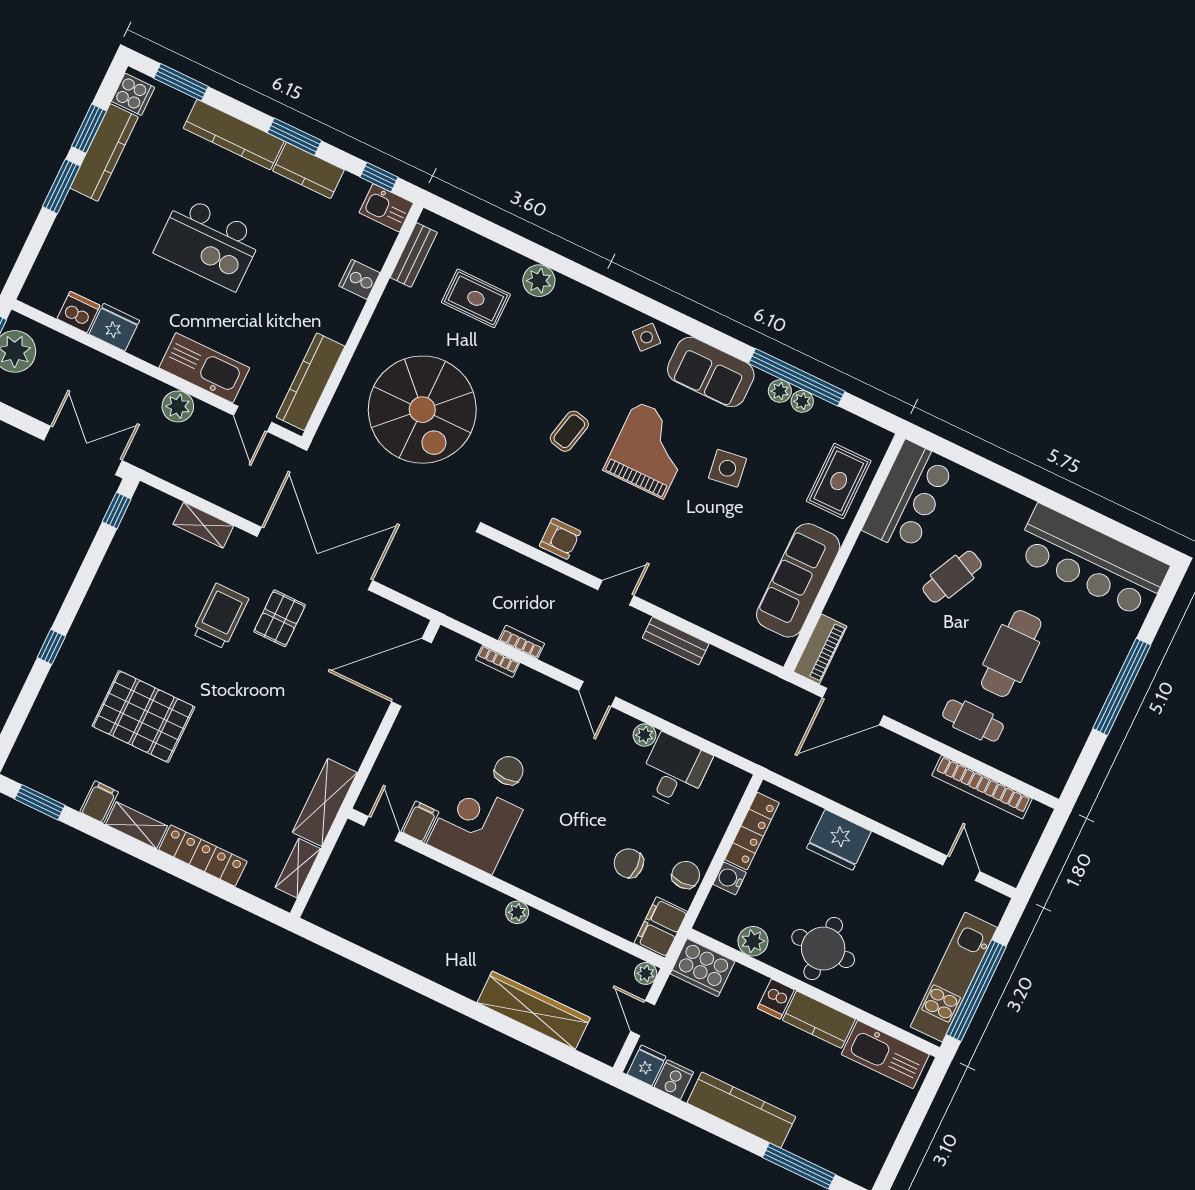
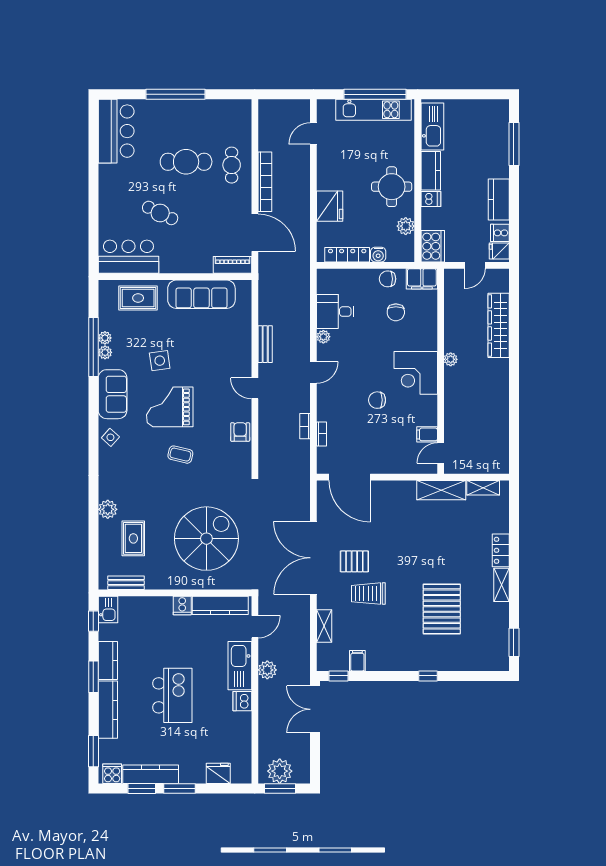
cooker: (359, 279) -> (182, 605), moved
dishwasher: (78, 312) -> (242, 701), moved
fridge: (114, 327) -> (218, 773), moved, turned 90
bar counter: (1091, 561) -> (116, 131), width x0.73
bookcase: (982, 787) -> (265, 182), moved
filing cabinet: (99, 802) -> (357, 661), moved, turned 90
corner desk: (475, 827) -> (416, 373), moved
locker: (203, 856) -> (501, 550), width x0.66
plant: (646, 973) -> (450, 275), removed
kitchen counter: (741, 1110) -> (499, 199), width x0.67

